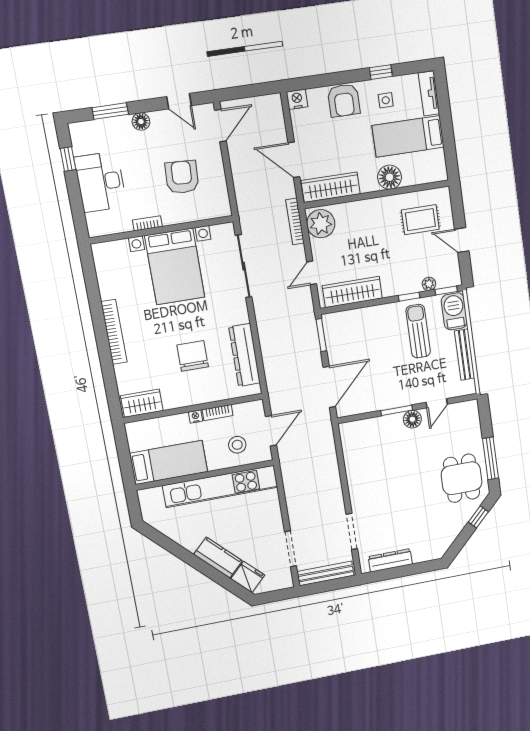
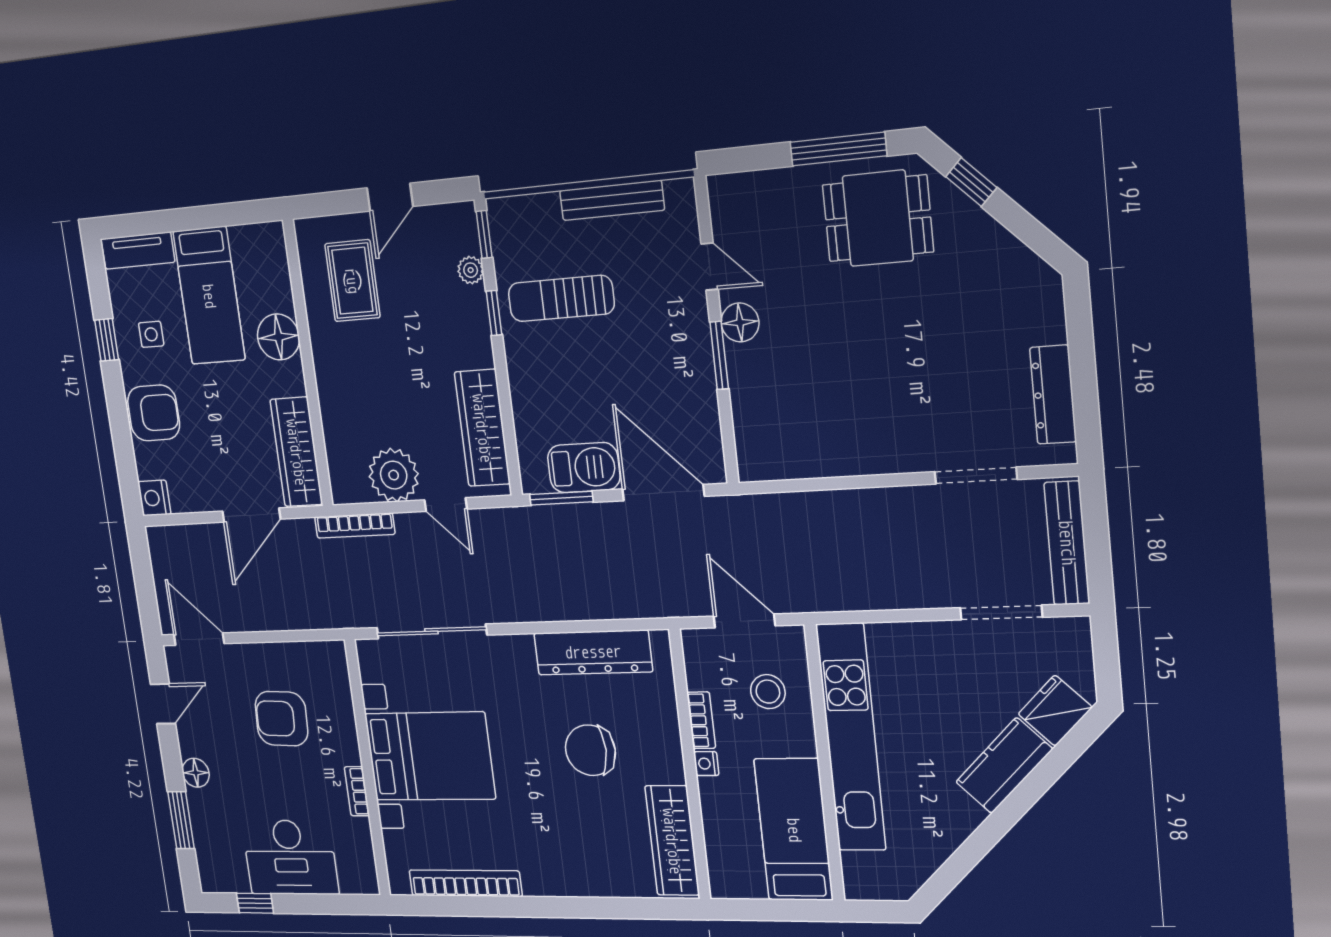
plant: (321, 224) -> (394, 475), moved
barbecue: (454, 311) -> (584, 468), moved, turned 180
bookcase: (114, 332) -> (465, 883), moved
wardrobe: (142, 403) -> (672, 841), width x1.50

